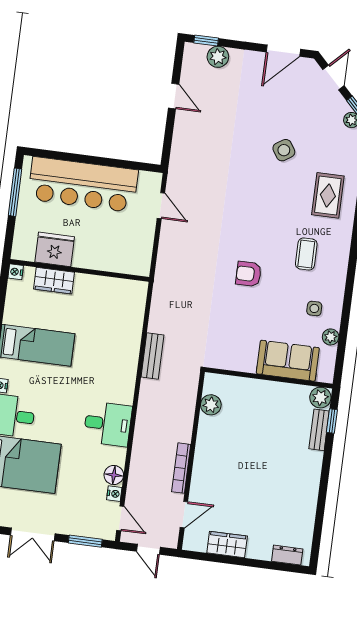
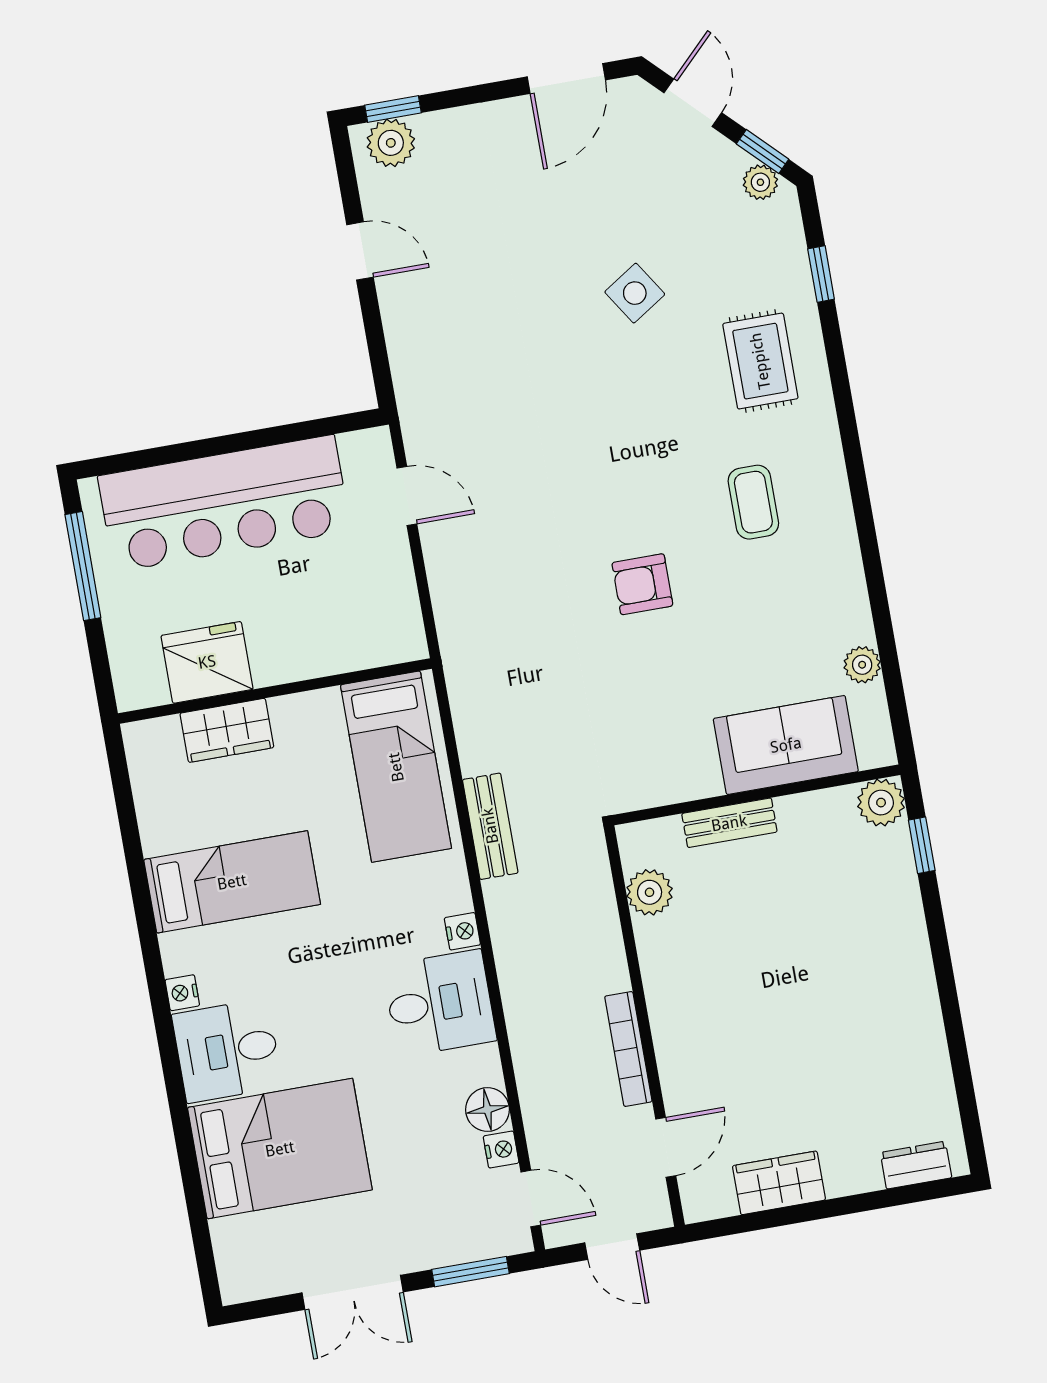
plant: (218, 57) -> (391, 143), moved
nightstand: (16, 272) -> (462, 931), moved, turned 180
side table: (314, 308) -> (808, 614), removed
bed: (121, 318) -> (396, 767), added
bench: (319, 430) -> (729, 823), moved, turned 90

